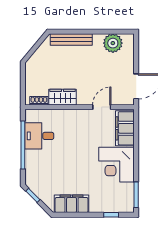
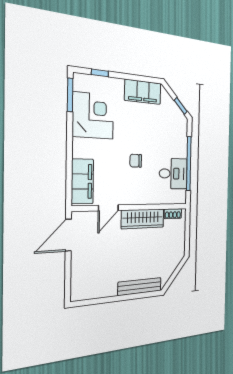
plant: (113, 43) -> (95, 287), removed
wardrobe: (63, 97) -> (143, 219), width x1.50
chair: (77, 146) -> (136, 161), added
corner desk: (116, 165) -> (93, 116), moved

